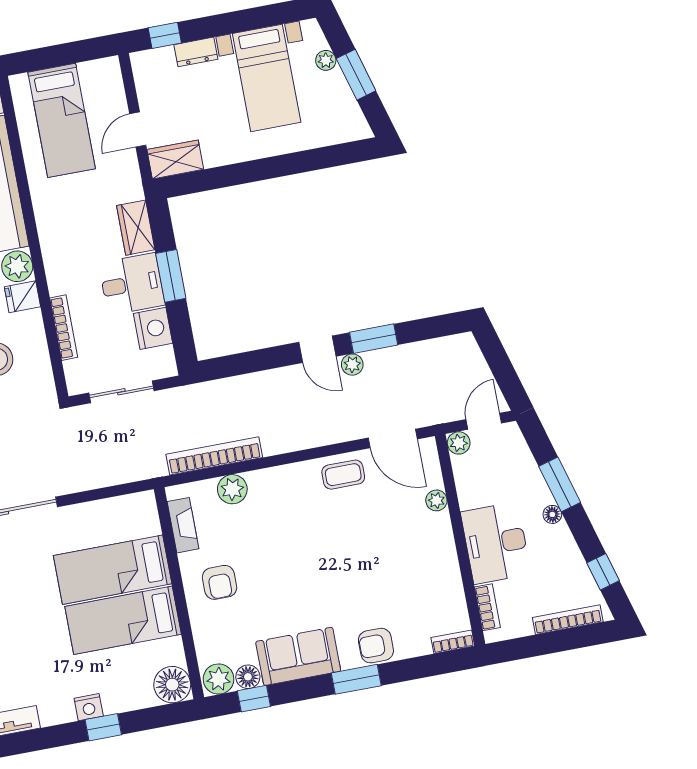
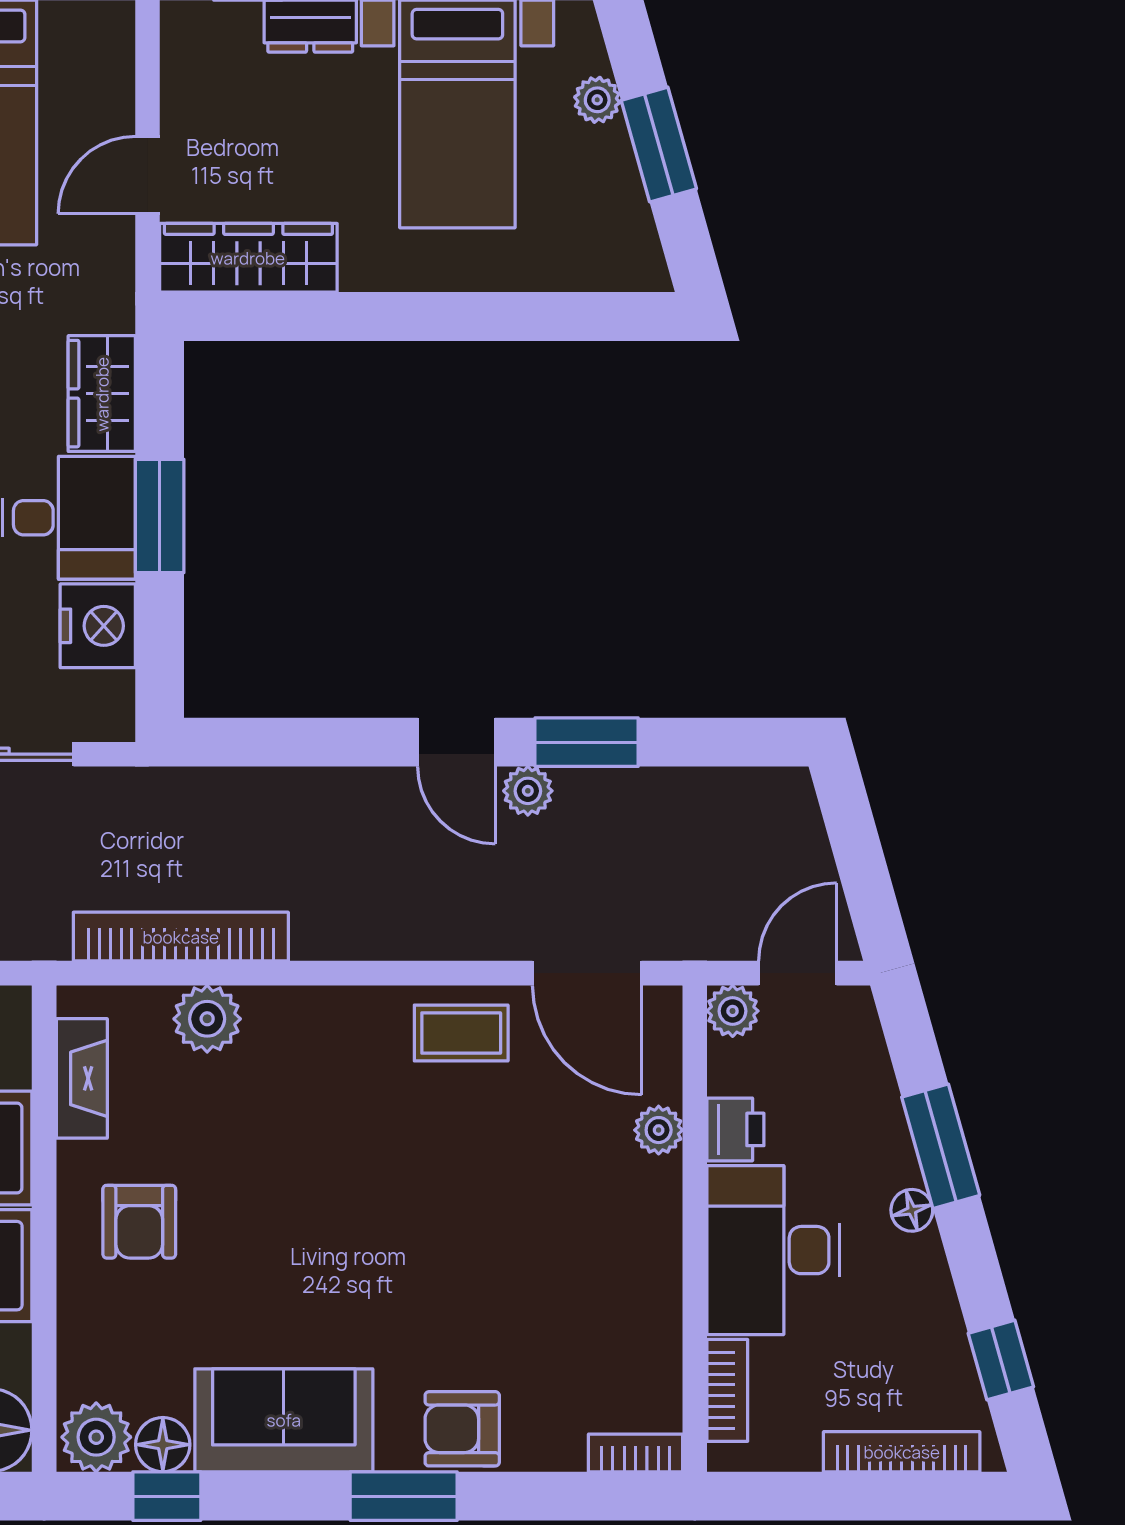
wardrobe: (175, 159) -> (248, 258), width x1.50
printer: (470, 494) -> (735, 1129), added

